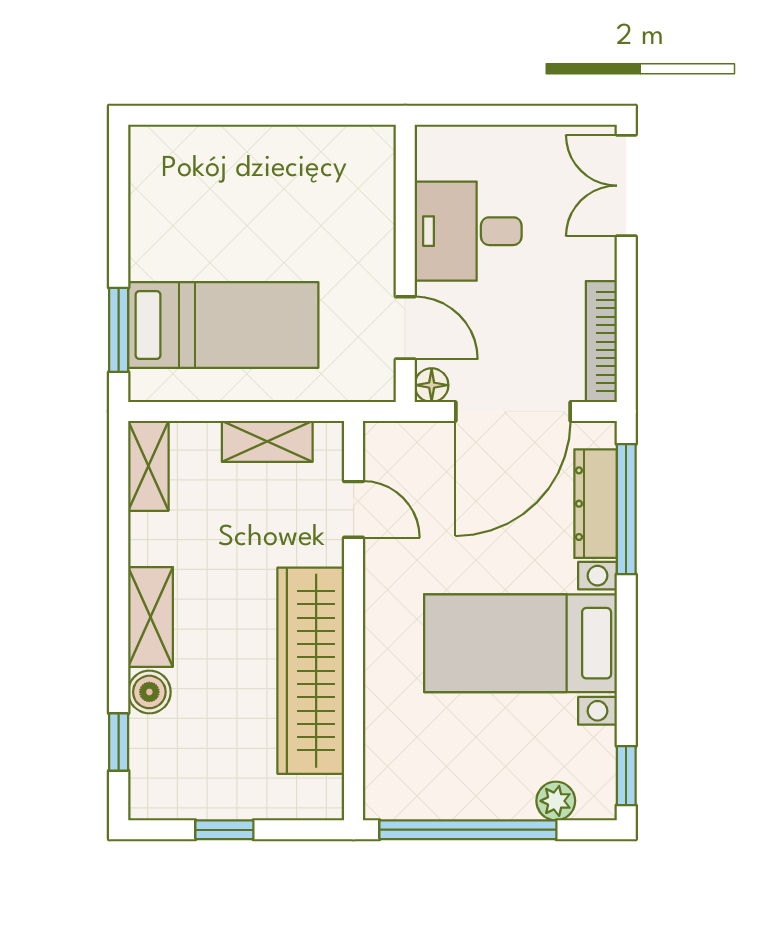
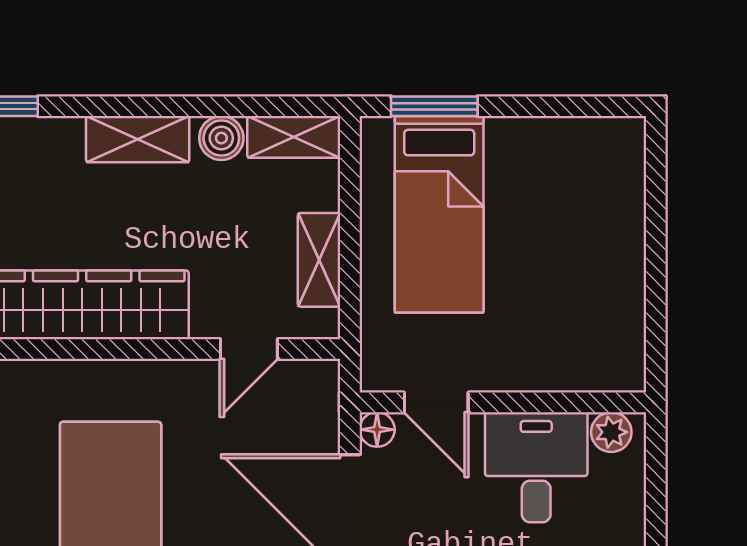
plant: (434, 158) -> (611, 432), added
door: (405, 328) -> (436, 402), hinge flipped
boiler: (149, 692) -> (221, 138), moved

